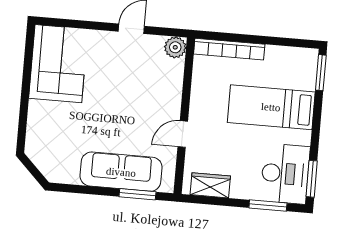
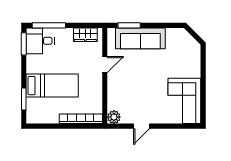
window: (321, 73) -> (24, 99), moved
desk: (285, 174) -> (40, 41), width x0.73
window: (268, 205) -> (49, 25), width x1.44

